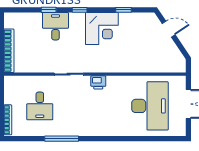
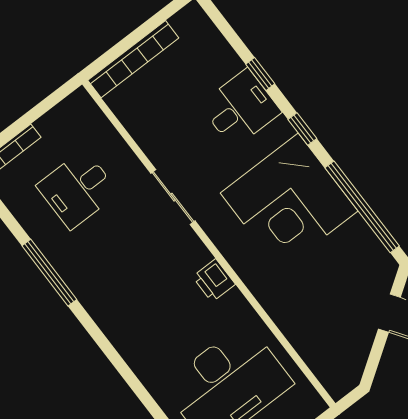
window: (123, 10) -> (362, 207), width x3.17
corner desk: (102, 29) -> (289, 202), width x1.36, depth x1.36
printer: (98, 82) -> (214, 280), moved

